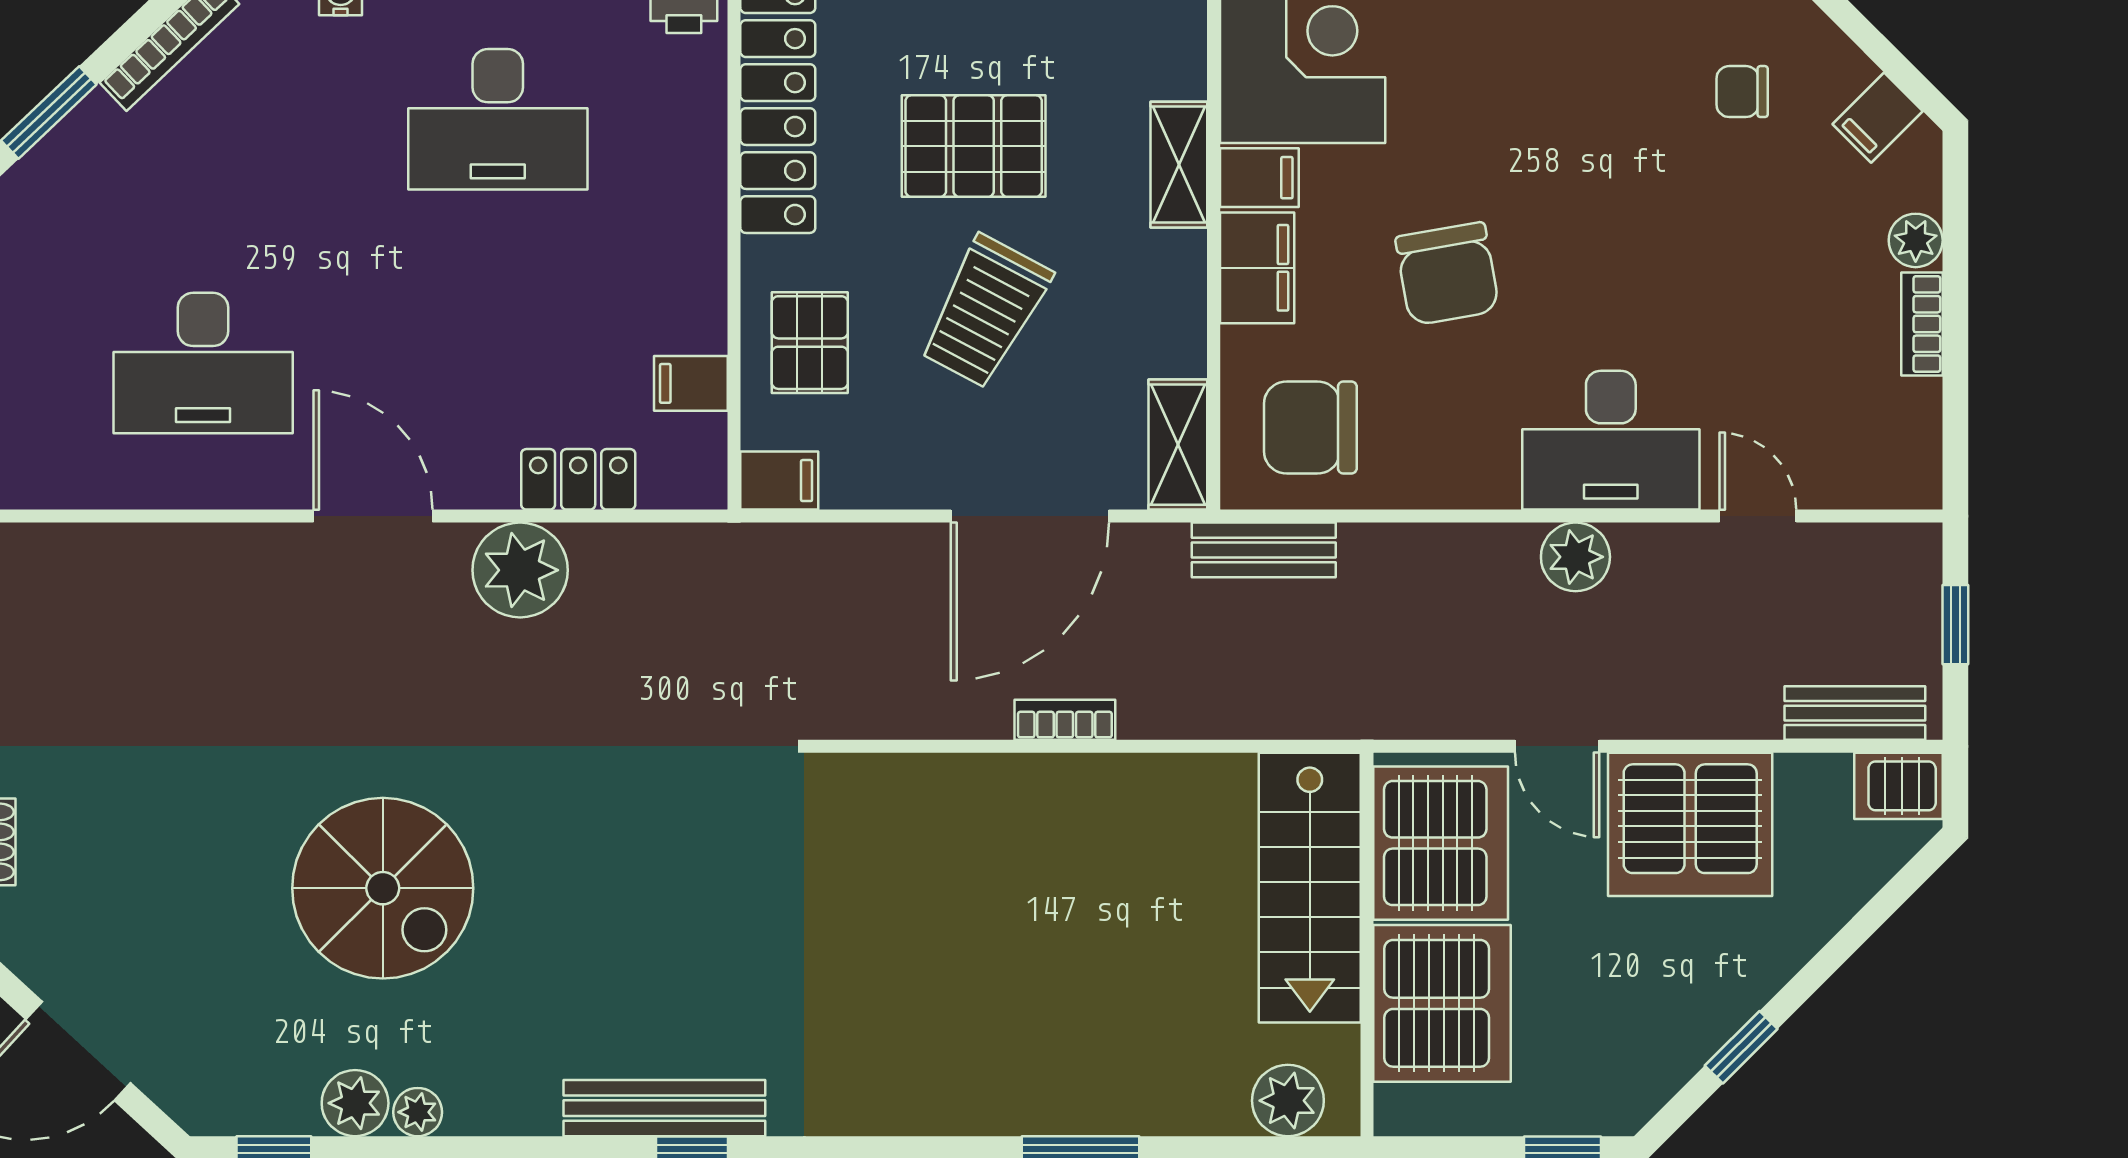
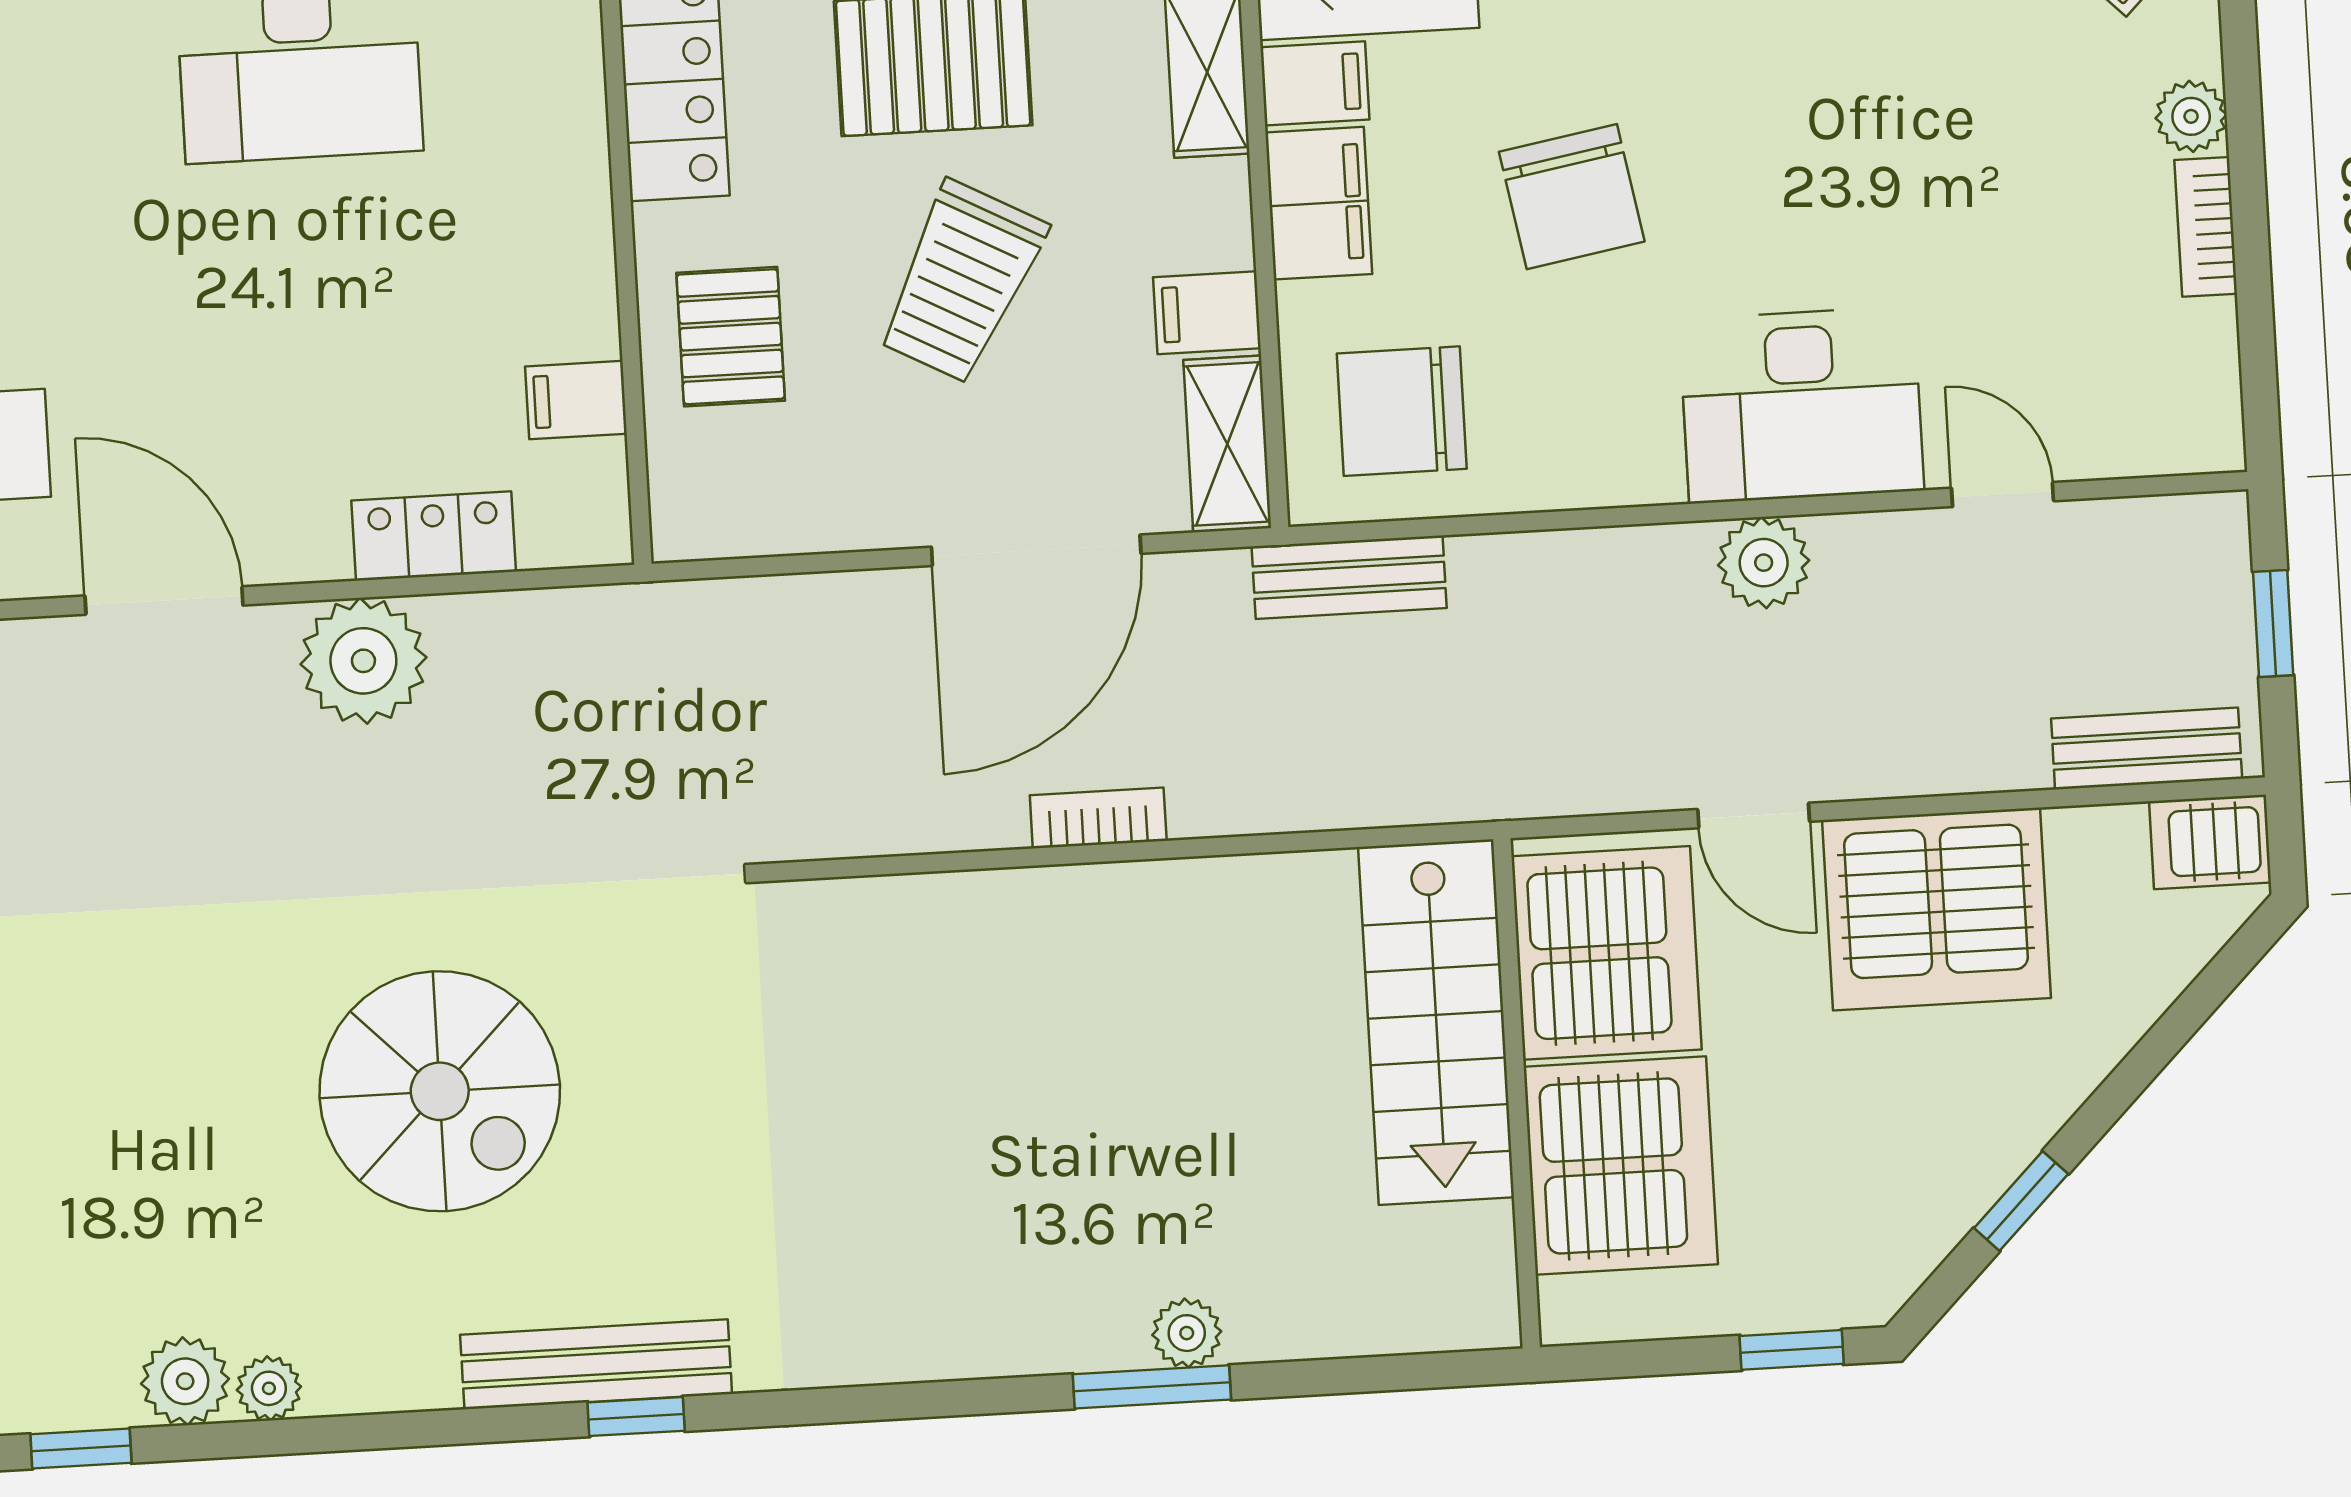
filing cabinet: (779, 481) -> (1207, 313), moved, turned 180
spiral stairs: (383, 888) -> (440, 1091), moved
plant: (1288, 1101) -> (1187, 1333), moved, width x0.73, depth x0.73

